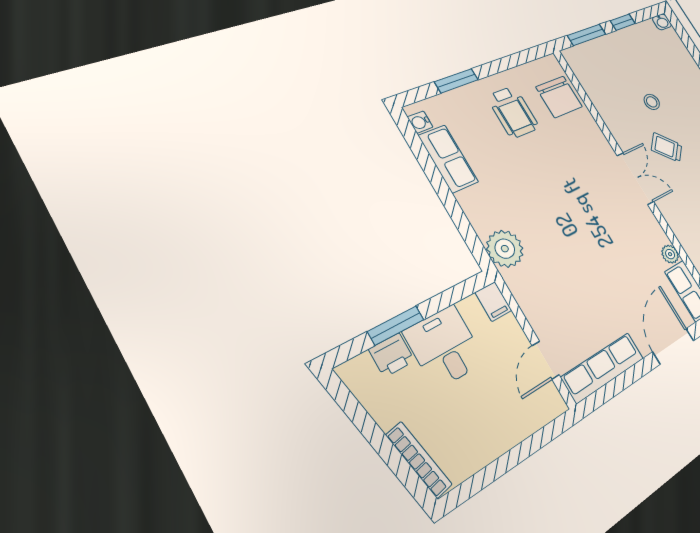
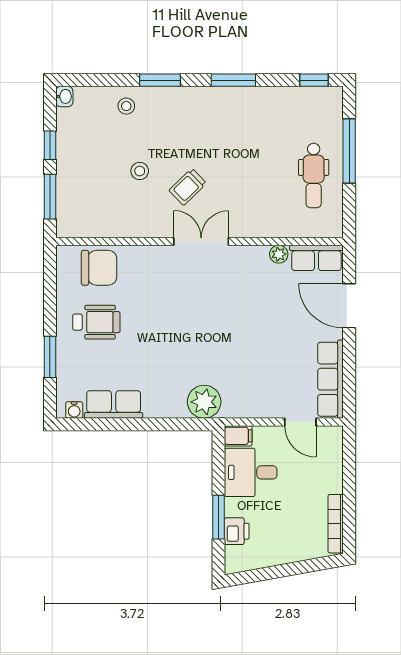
stool: (687, 73) -> (126, 106), added
desk: (445, 347) -> (251, 472), moved
bookcase: (419, 460) -> (336, 524), moved, turned -80

